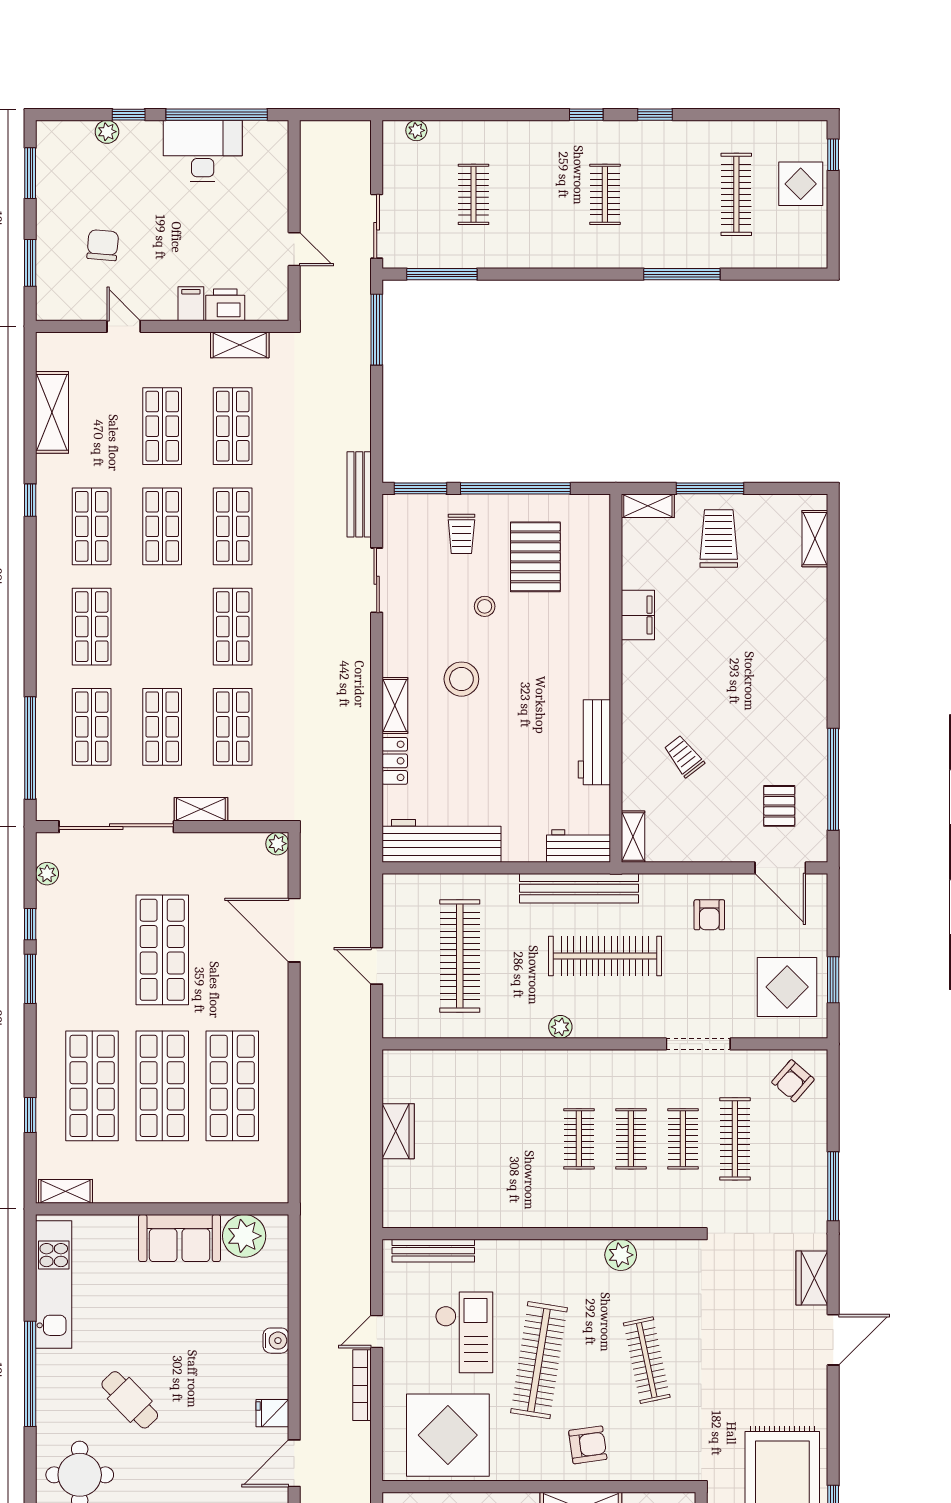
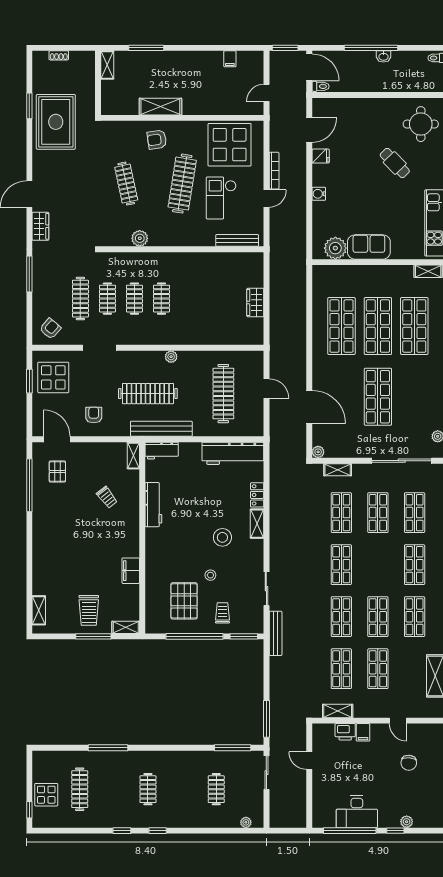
shelving: (201, 809) -> (338, 470), moved

